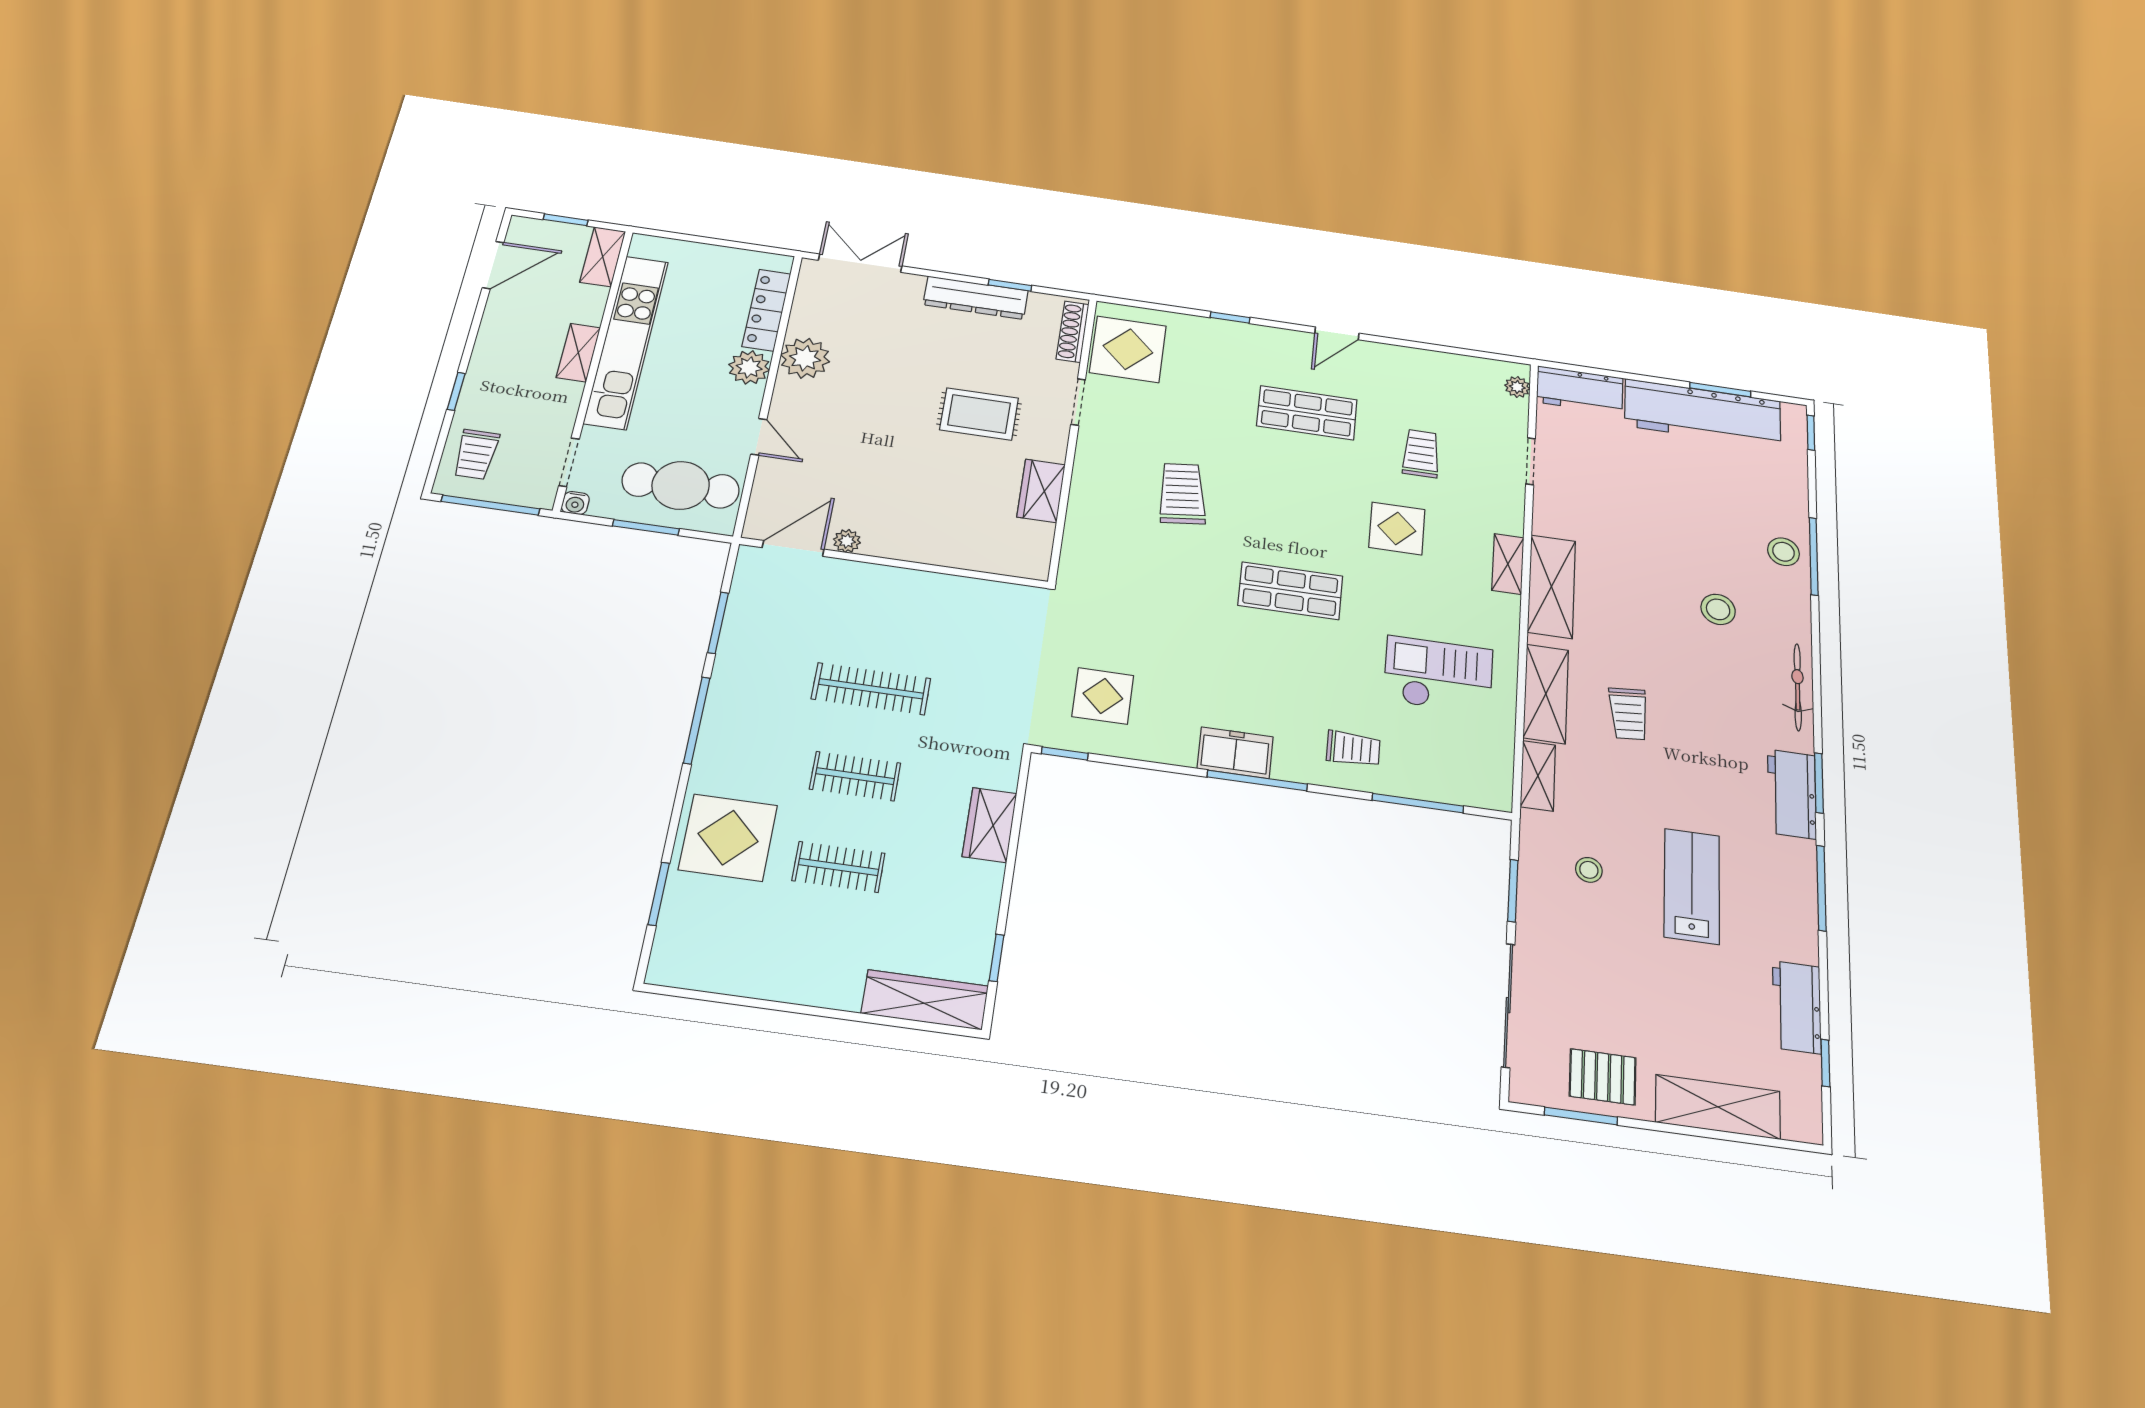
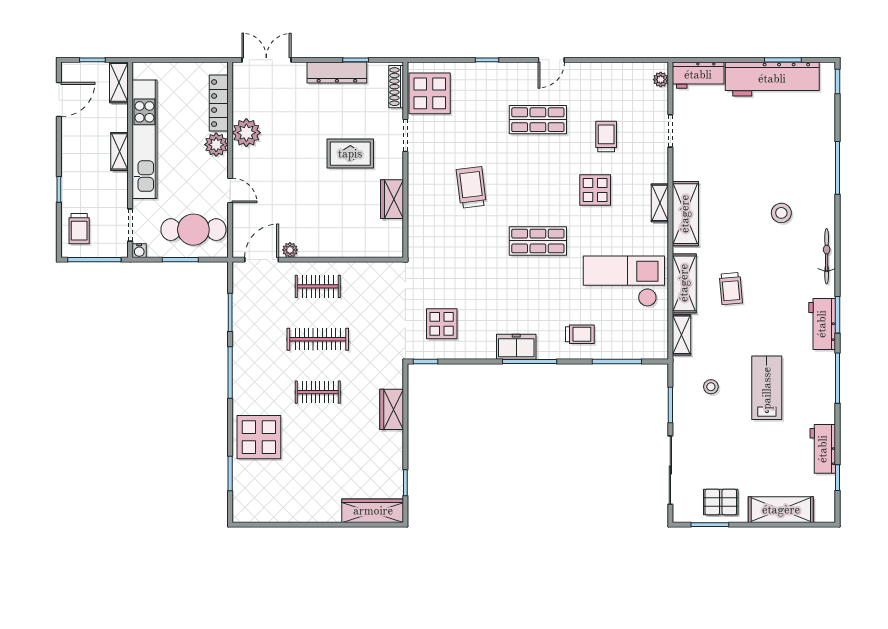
stool: (1783, 552) -> (820, 168), removed
checkout: (1438, 675) -> (624, 281), width x1.36, depth x1.21
clothes rail: (839, 867) -> (318, 286), moved

